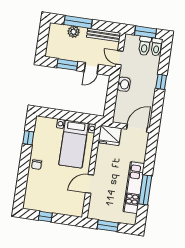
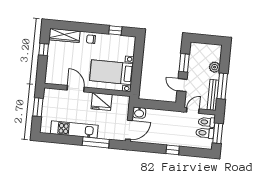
window: (78, 22) -> (222, 86), moved
toilet: (156, 47) -> (207, 122), moved
washbasin: (124, 84) -> (139, 113), moved
door: (137, 128) -> (129, 130), hinge flipped
fridge: (110, 135) -> (102, 102), moved, turned -90
window: (145, 190) -> (96, 142), moved
wardrobe: (31, 193) -> (64, 35), added

